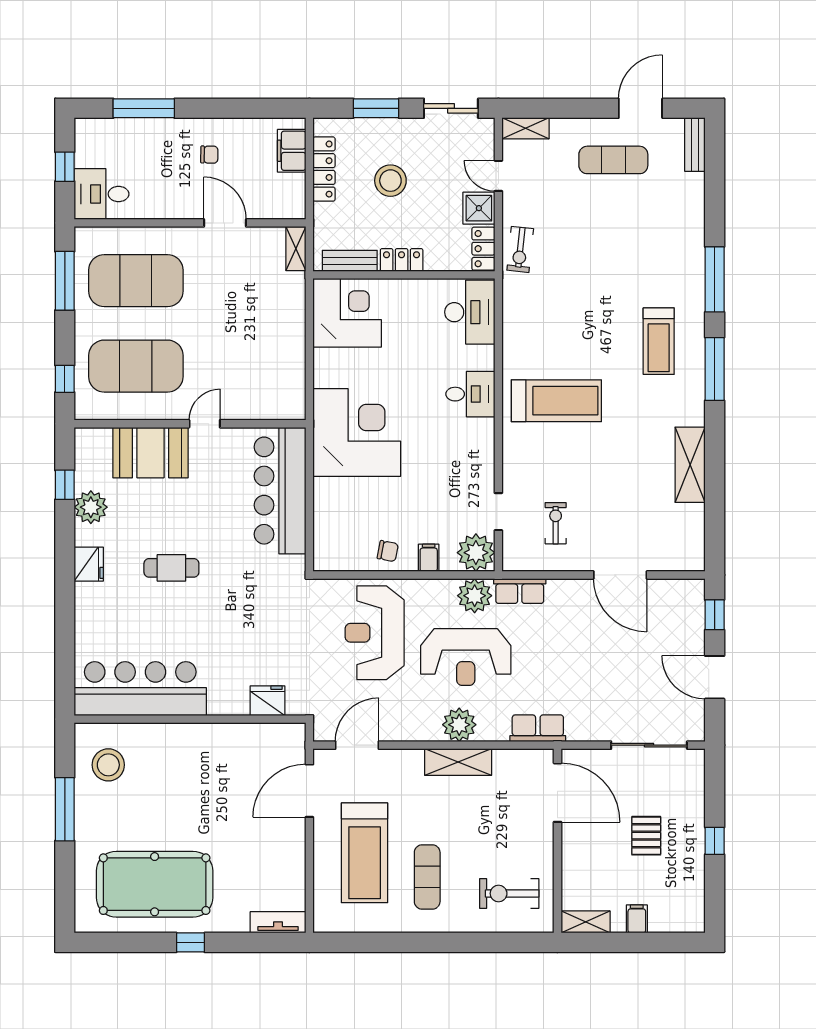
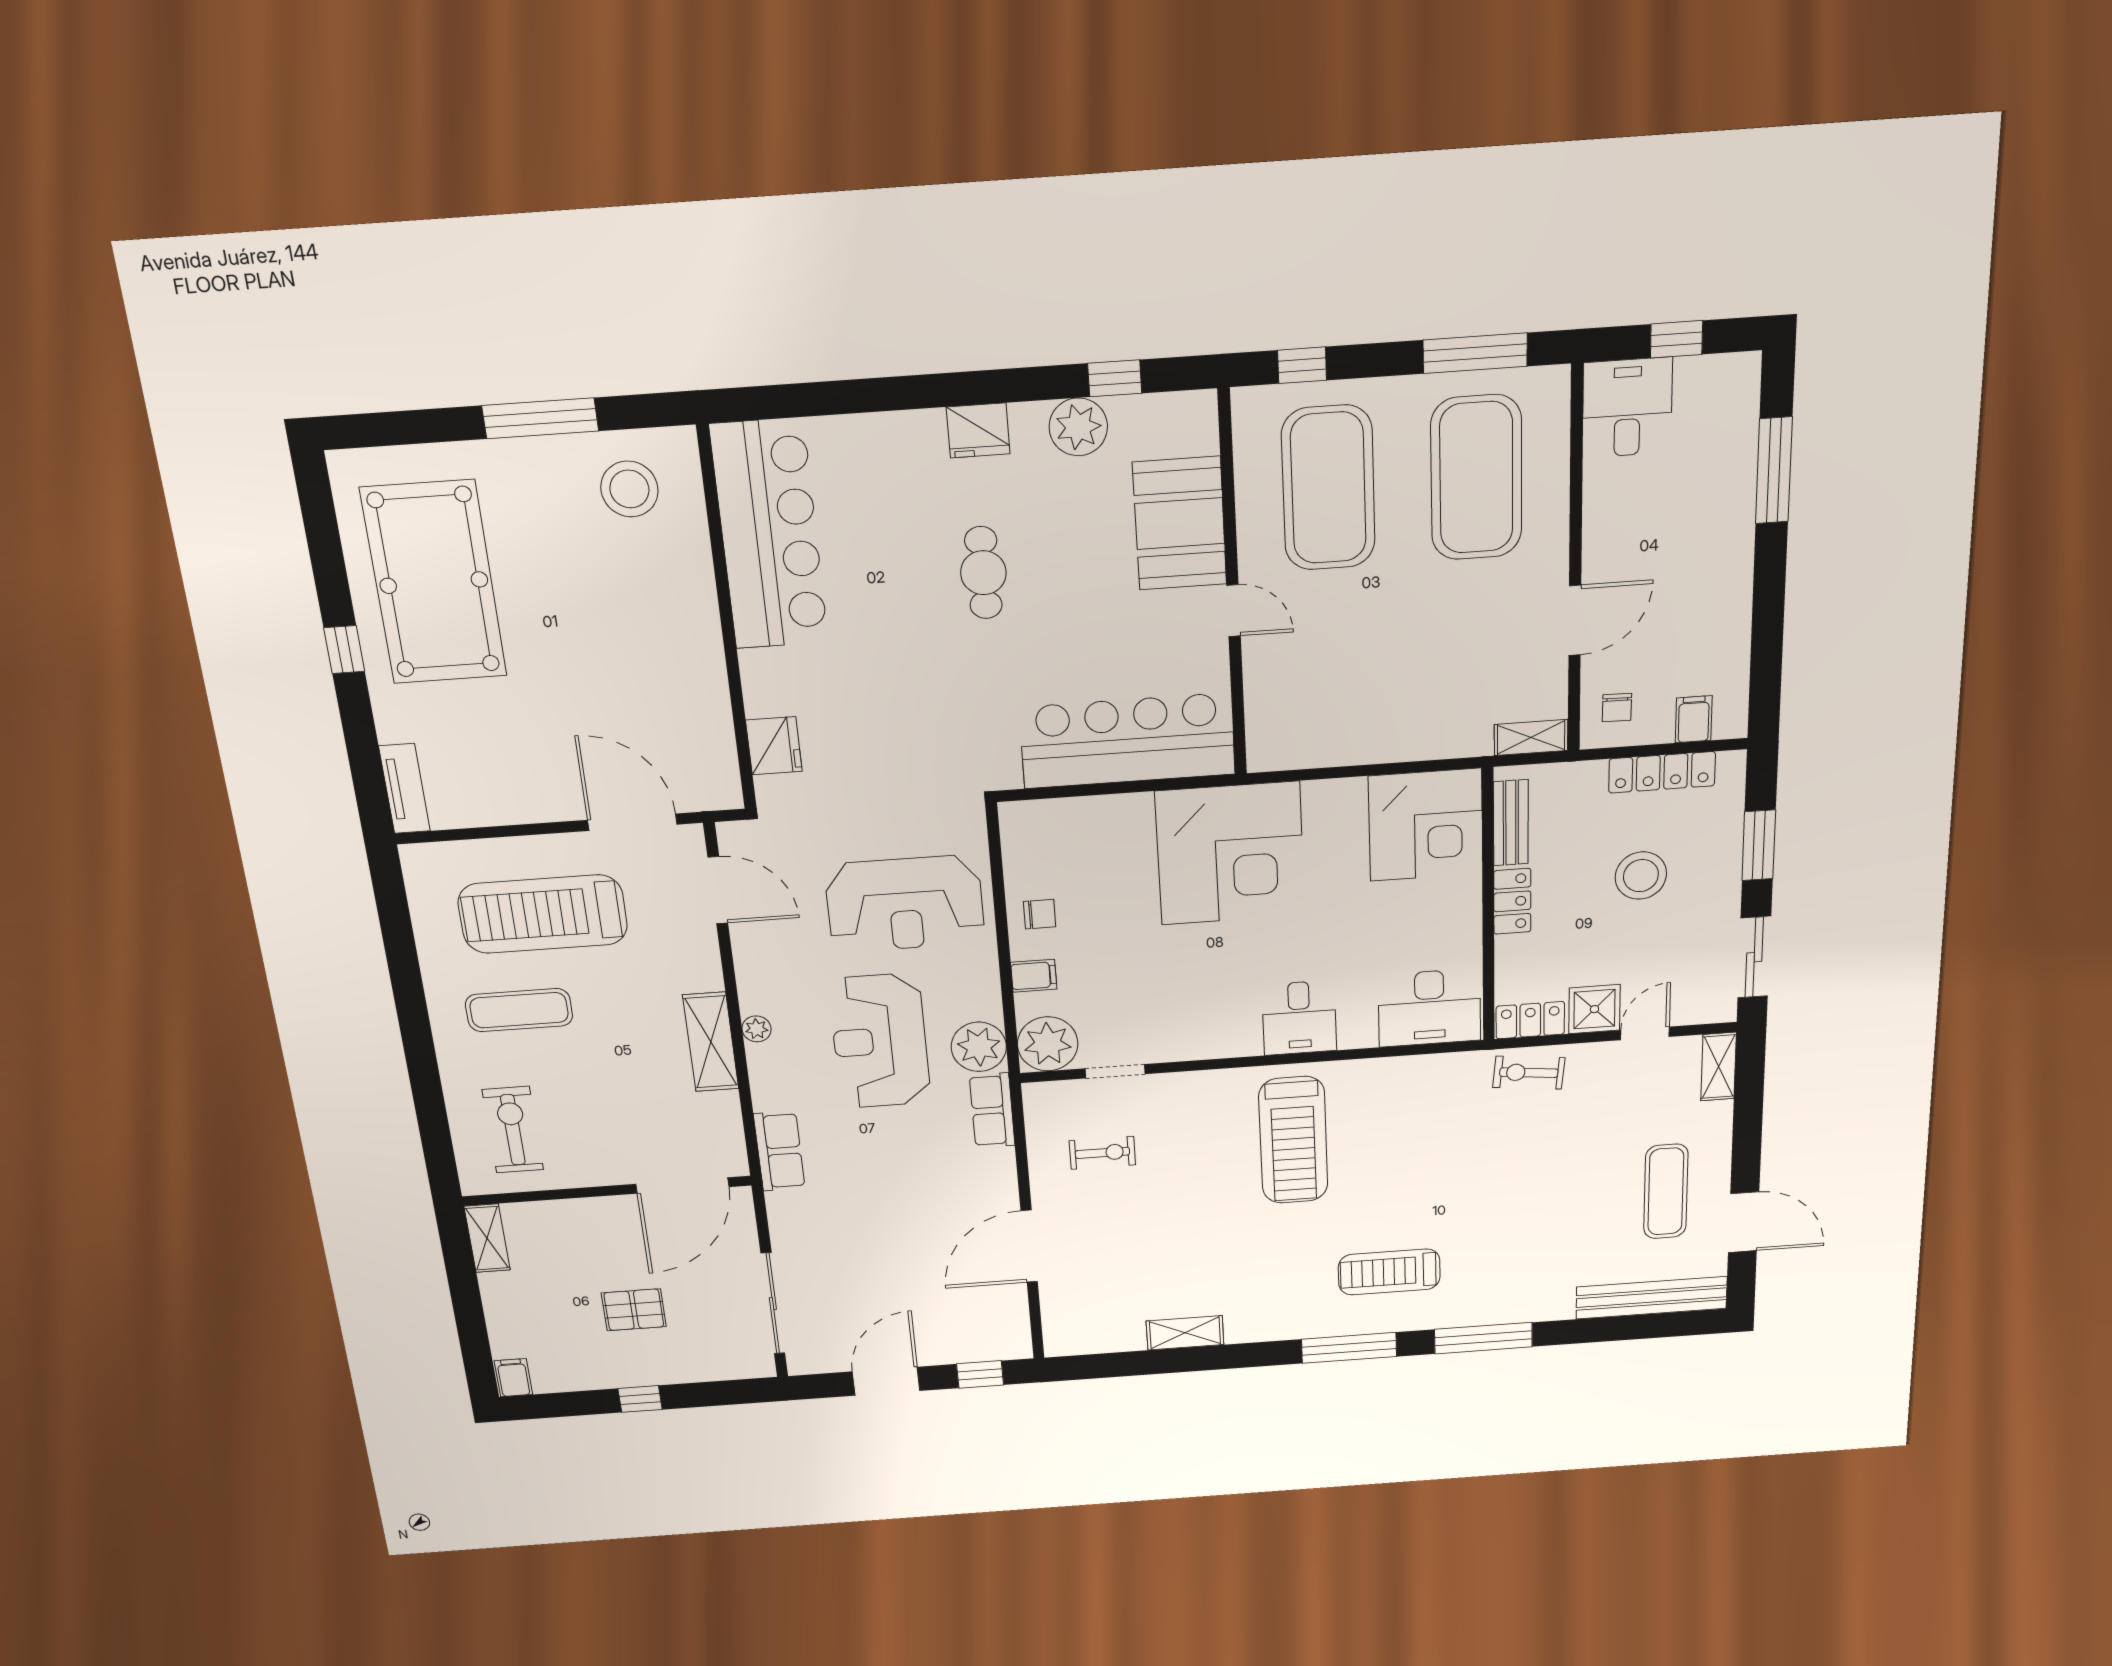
bench: (695, 145) -> (1652, 1298), width x1.86, depth x1.21
filing cabinet: (292, 151) -> (1694, 719), width x0.50
chair: (209, 155) -> (1617, 708), moved
shelving: (690, 465) -> (1185, 1333), width x0.67, depth x0.75
chair: (388, 551) -> (1040, 914), turned -101
reception desk: (375, 633) -> (905, 904), turned 180
plant: (459, 725) -> (757, 1029), width x0.53, depth x0.53
filing cabinet: (637, 919) -> (513, 1378), moved, turned -90

